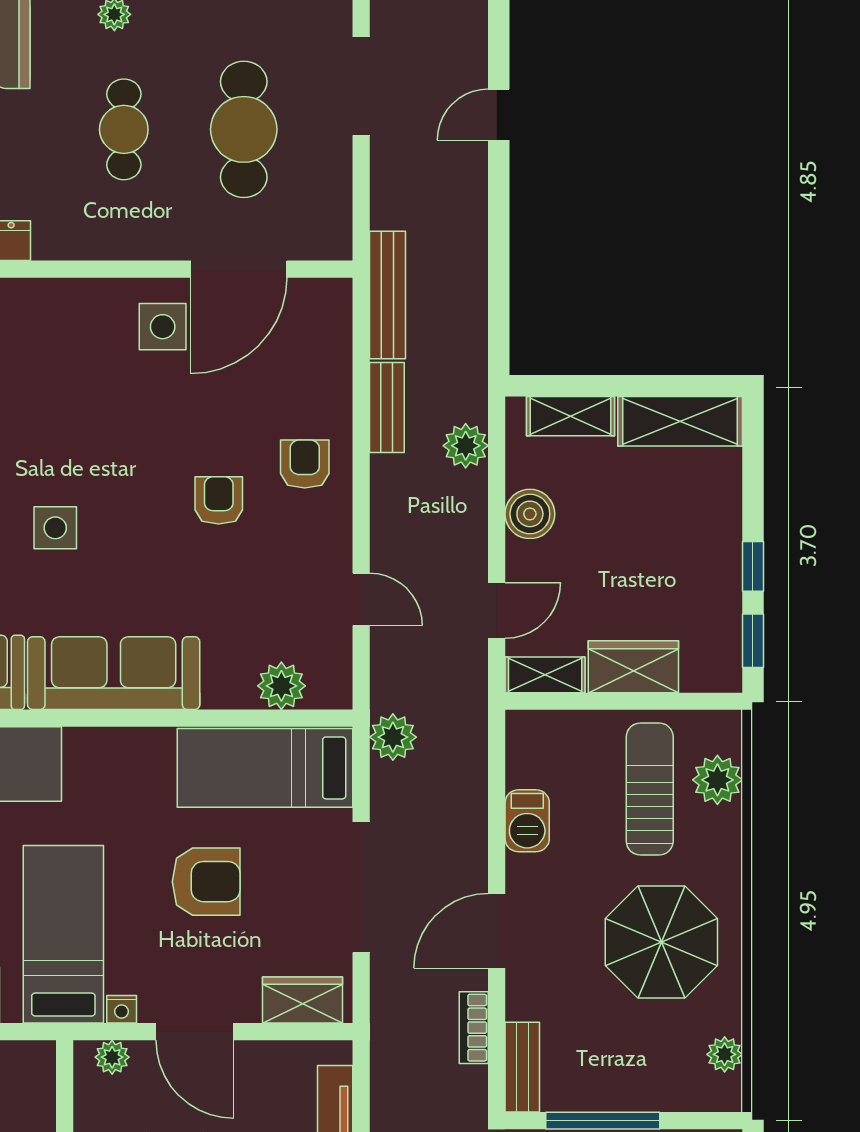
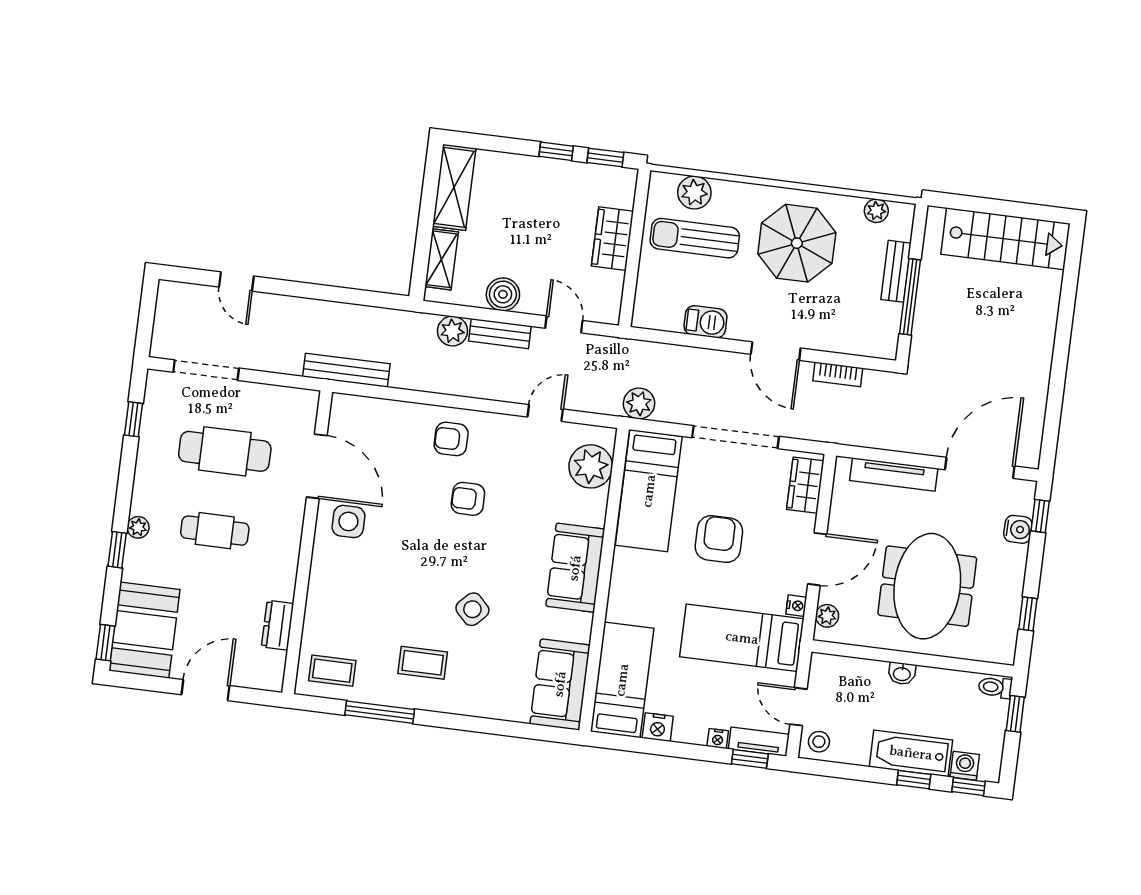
bench: (387, 408) -> (500, 334), moved
side table: (55, 528) -> (472, 609), turned 45
sofa: (114, 673) -> (575, 568), width x0.73
shelving: (545, 675) -> (611, 298), removed
plant: (281, 686) -> (591, 466), width x1.36, depth x1.36
bench: (522, 1067) -> (896, 271), moved, turned 90

